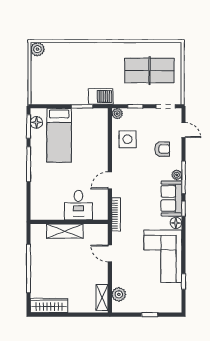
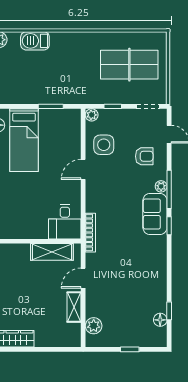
barbecue: (101, 96) -> (35, 41), moved, turned 180
door: (110, 180) -> (83, 169), moved
desk: (78, 205) -> (65, 222), moved
floor lamp: (176, 223) -> (160, 320), moved
shelving: (65, 231) -> (52, 252), moved
door: (110, 253) -> (83, 278), hinge flipped
corner sofa: (163, 256) -> (145, 281), removed
shelving: (102, 297) -> (74, 307), moved

